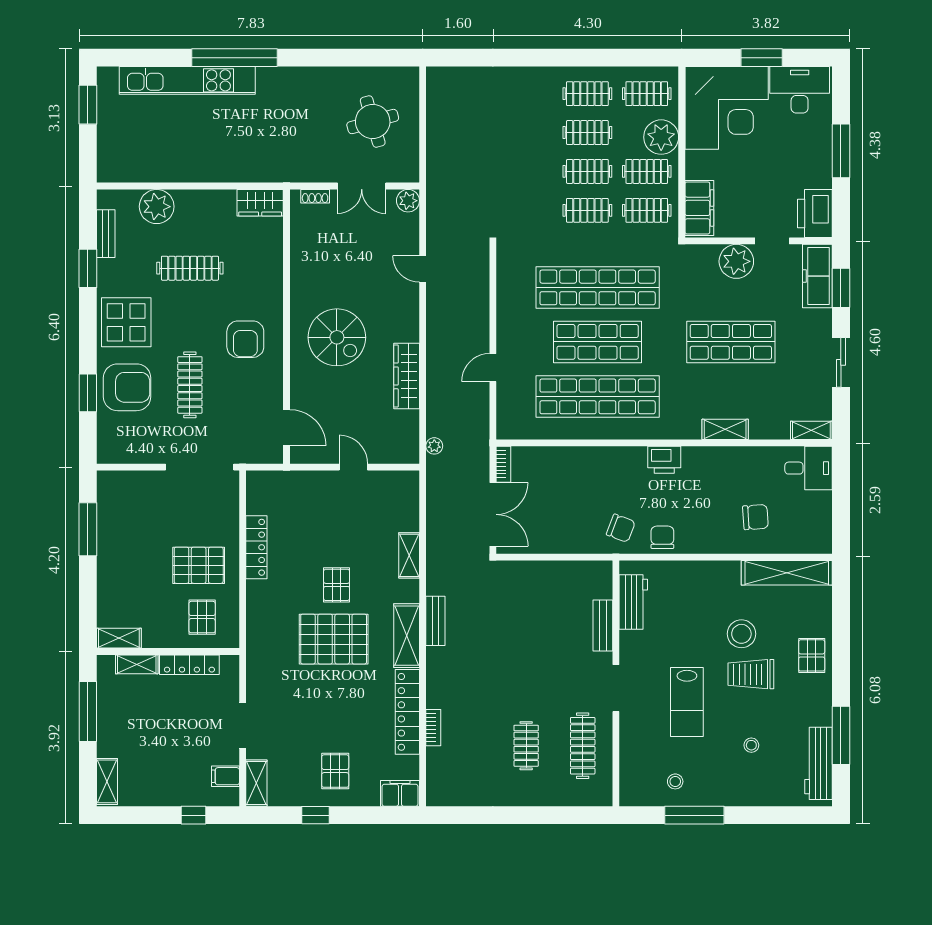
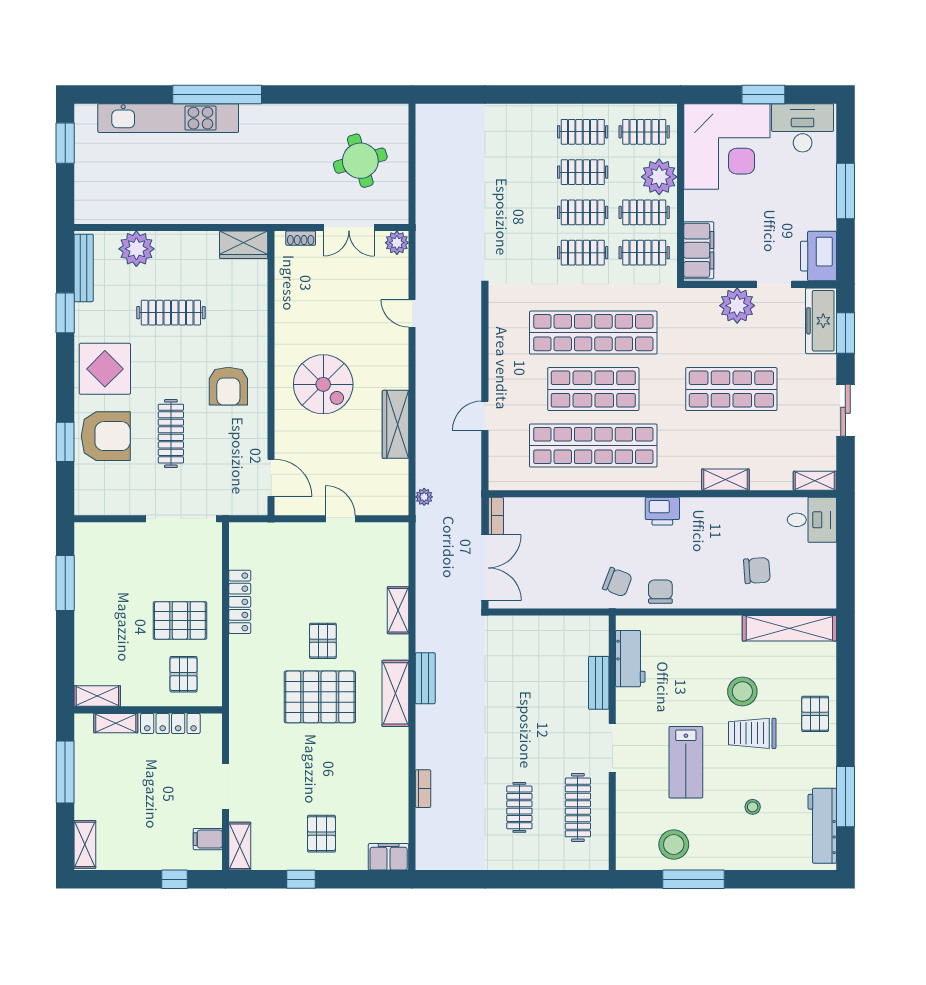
bench: (106, 234) -> (84, 268), width x1.36
locker: (407, 712) -> (396, 772), removed
stool: (675, 781) -> (674, 845), width x1.89, depth x1.89

